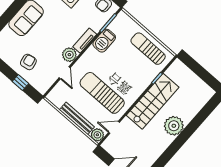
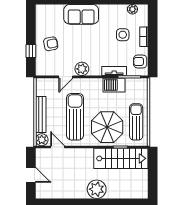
tv unit: (85, 41) -> (114, 71), moved
parasol: (132, 75) -> (107, 127), added
stairs: (153, 101) -> (121, 158), moved

